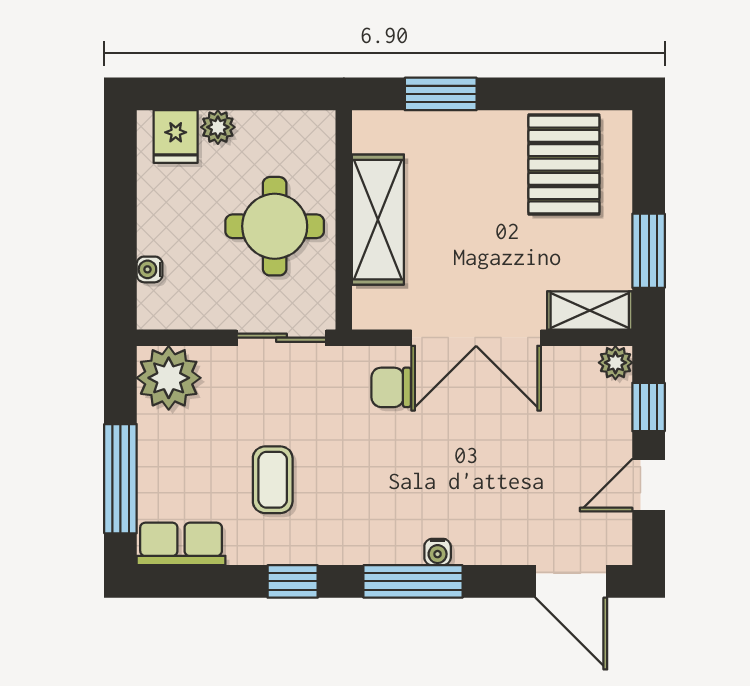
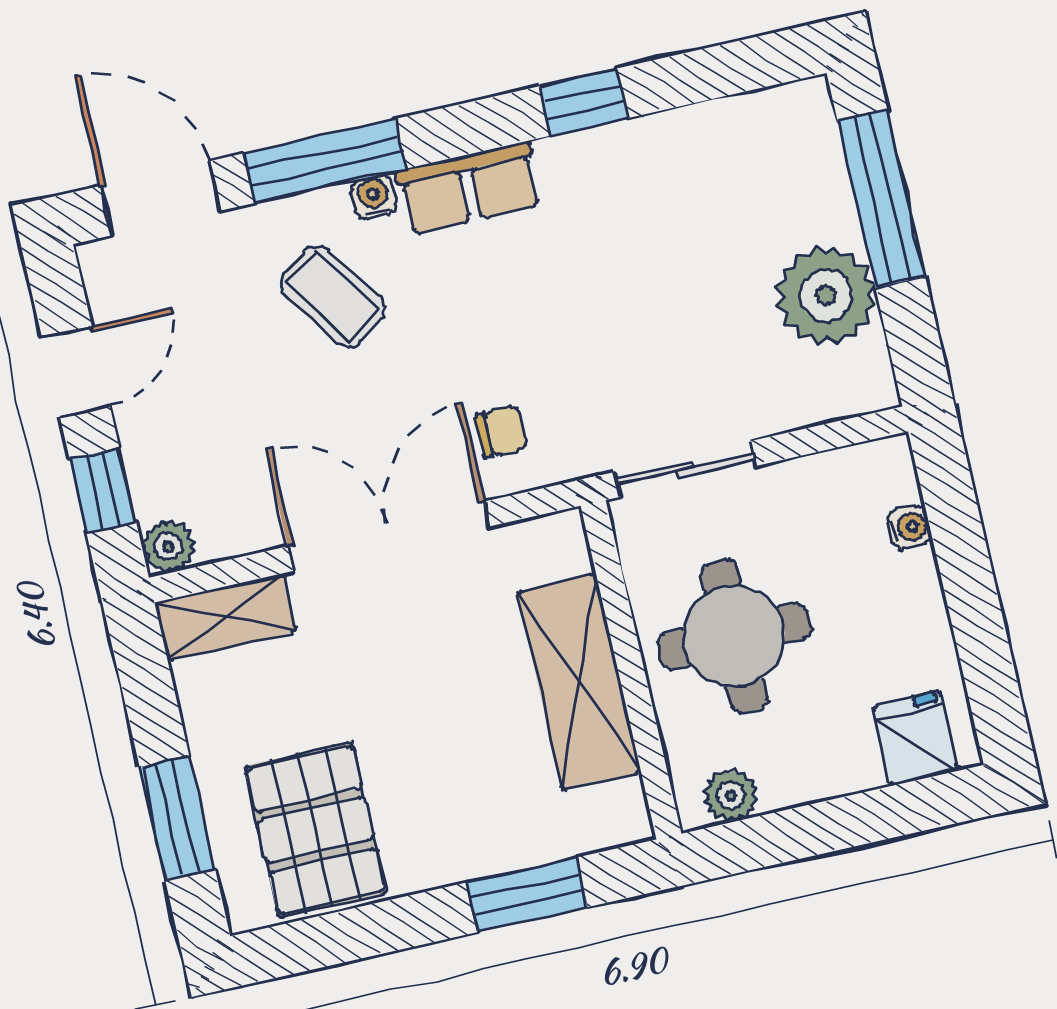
plant: (218, 127) -> (731, 795), moved
window: (649, 251) -> (177, 818), moved
plant: (169, 378) -> (826, 296), moved
chair: (391, 387) -> (501, 431), width x0.73, depth x0.73
coffee table: (273, 480) -> (333, 296), moved, turned -35
row of seats: (181, 544) -> (469, 188), moved
window: (413, 581) -> (325, 161), moved

